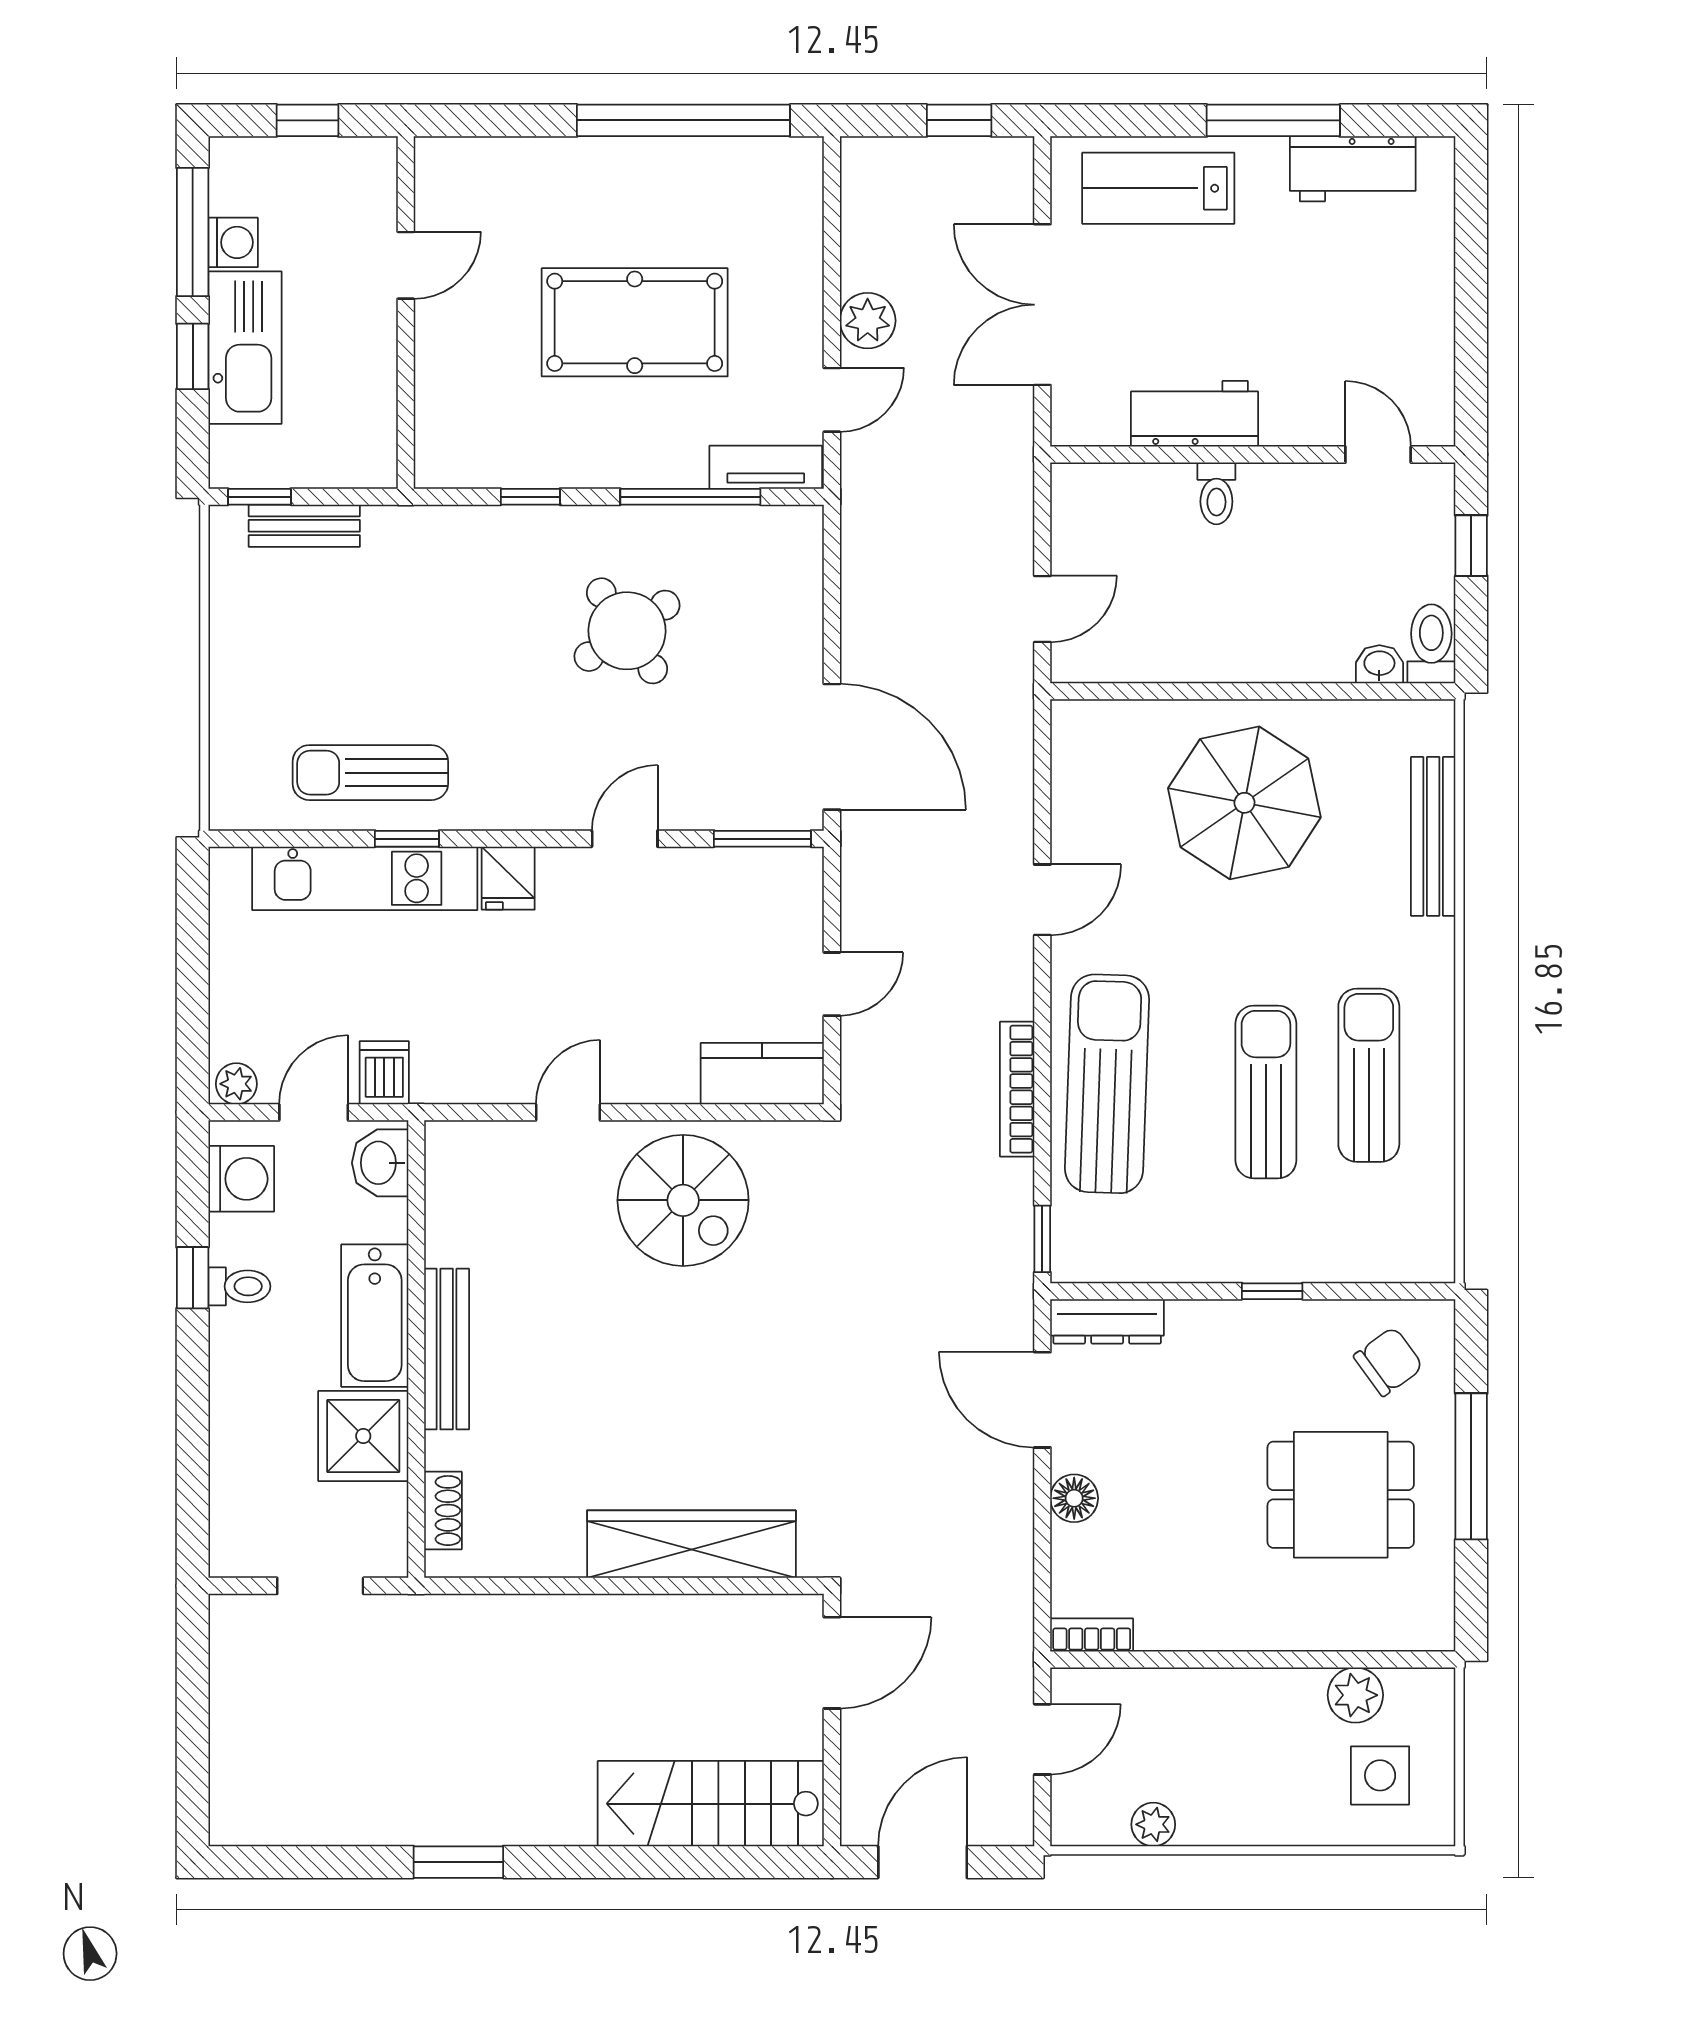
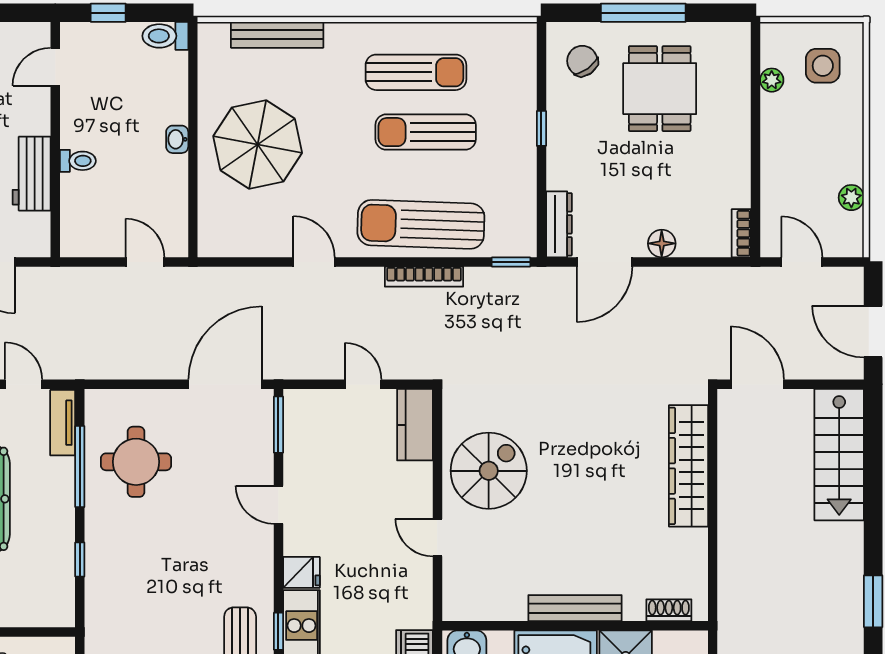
round table: (627, 631) -> (136, 462), moved, turned 34
washbasin: (1379, 664) -> (177, 139), moved
sun lounger: (1369, 1075) -> (416, 72), turned 180
plant: (1355, 1695) -> (772, 80), width x0.73, depth x0.73

